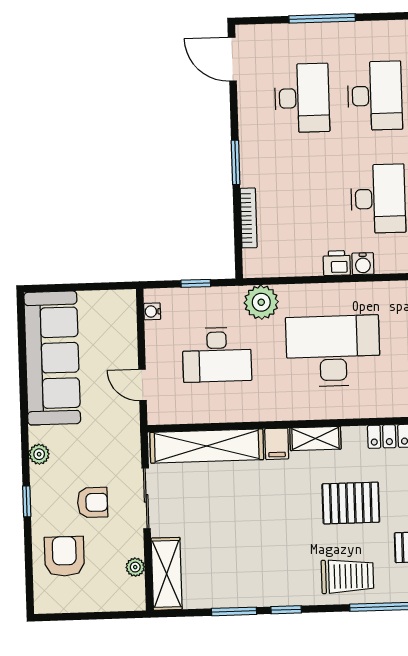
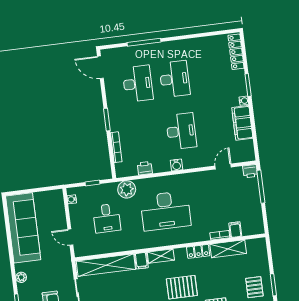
printer: (337, 263) -> (145, 168), moved
desk: (333, 351) -> (165, 211), turned 180
desk: (217, 355) -> (107, 218), width x0.73

